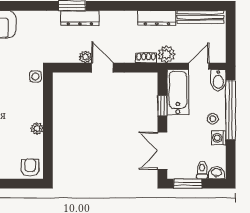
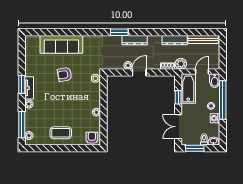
dresser: (80, 18) -> (135, 40), moved
door: (102, 68) -> (139, 73), hinge flipped

